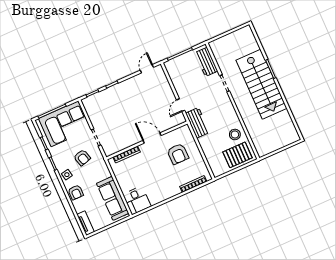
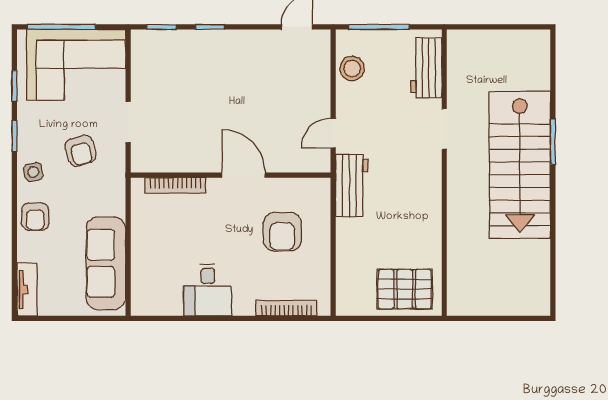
stool: (235, 134) -> (352, 68), moved
desk: (137, 200) -> (208, 290), moved

